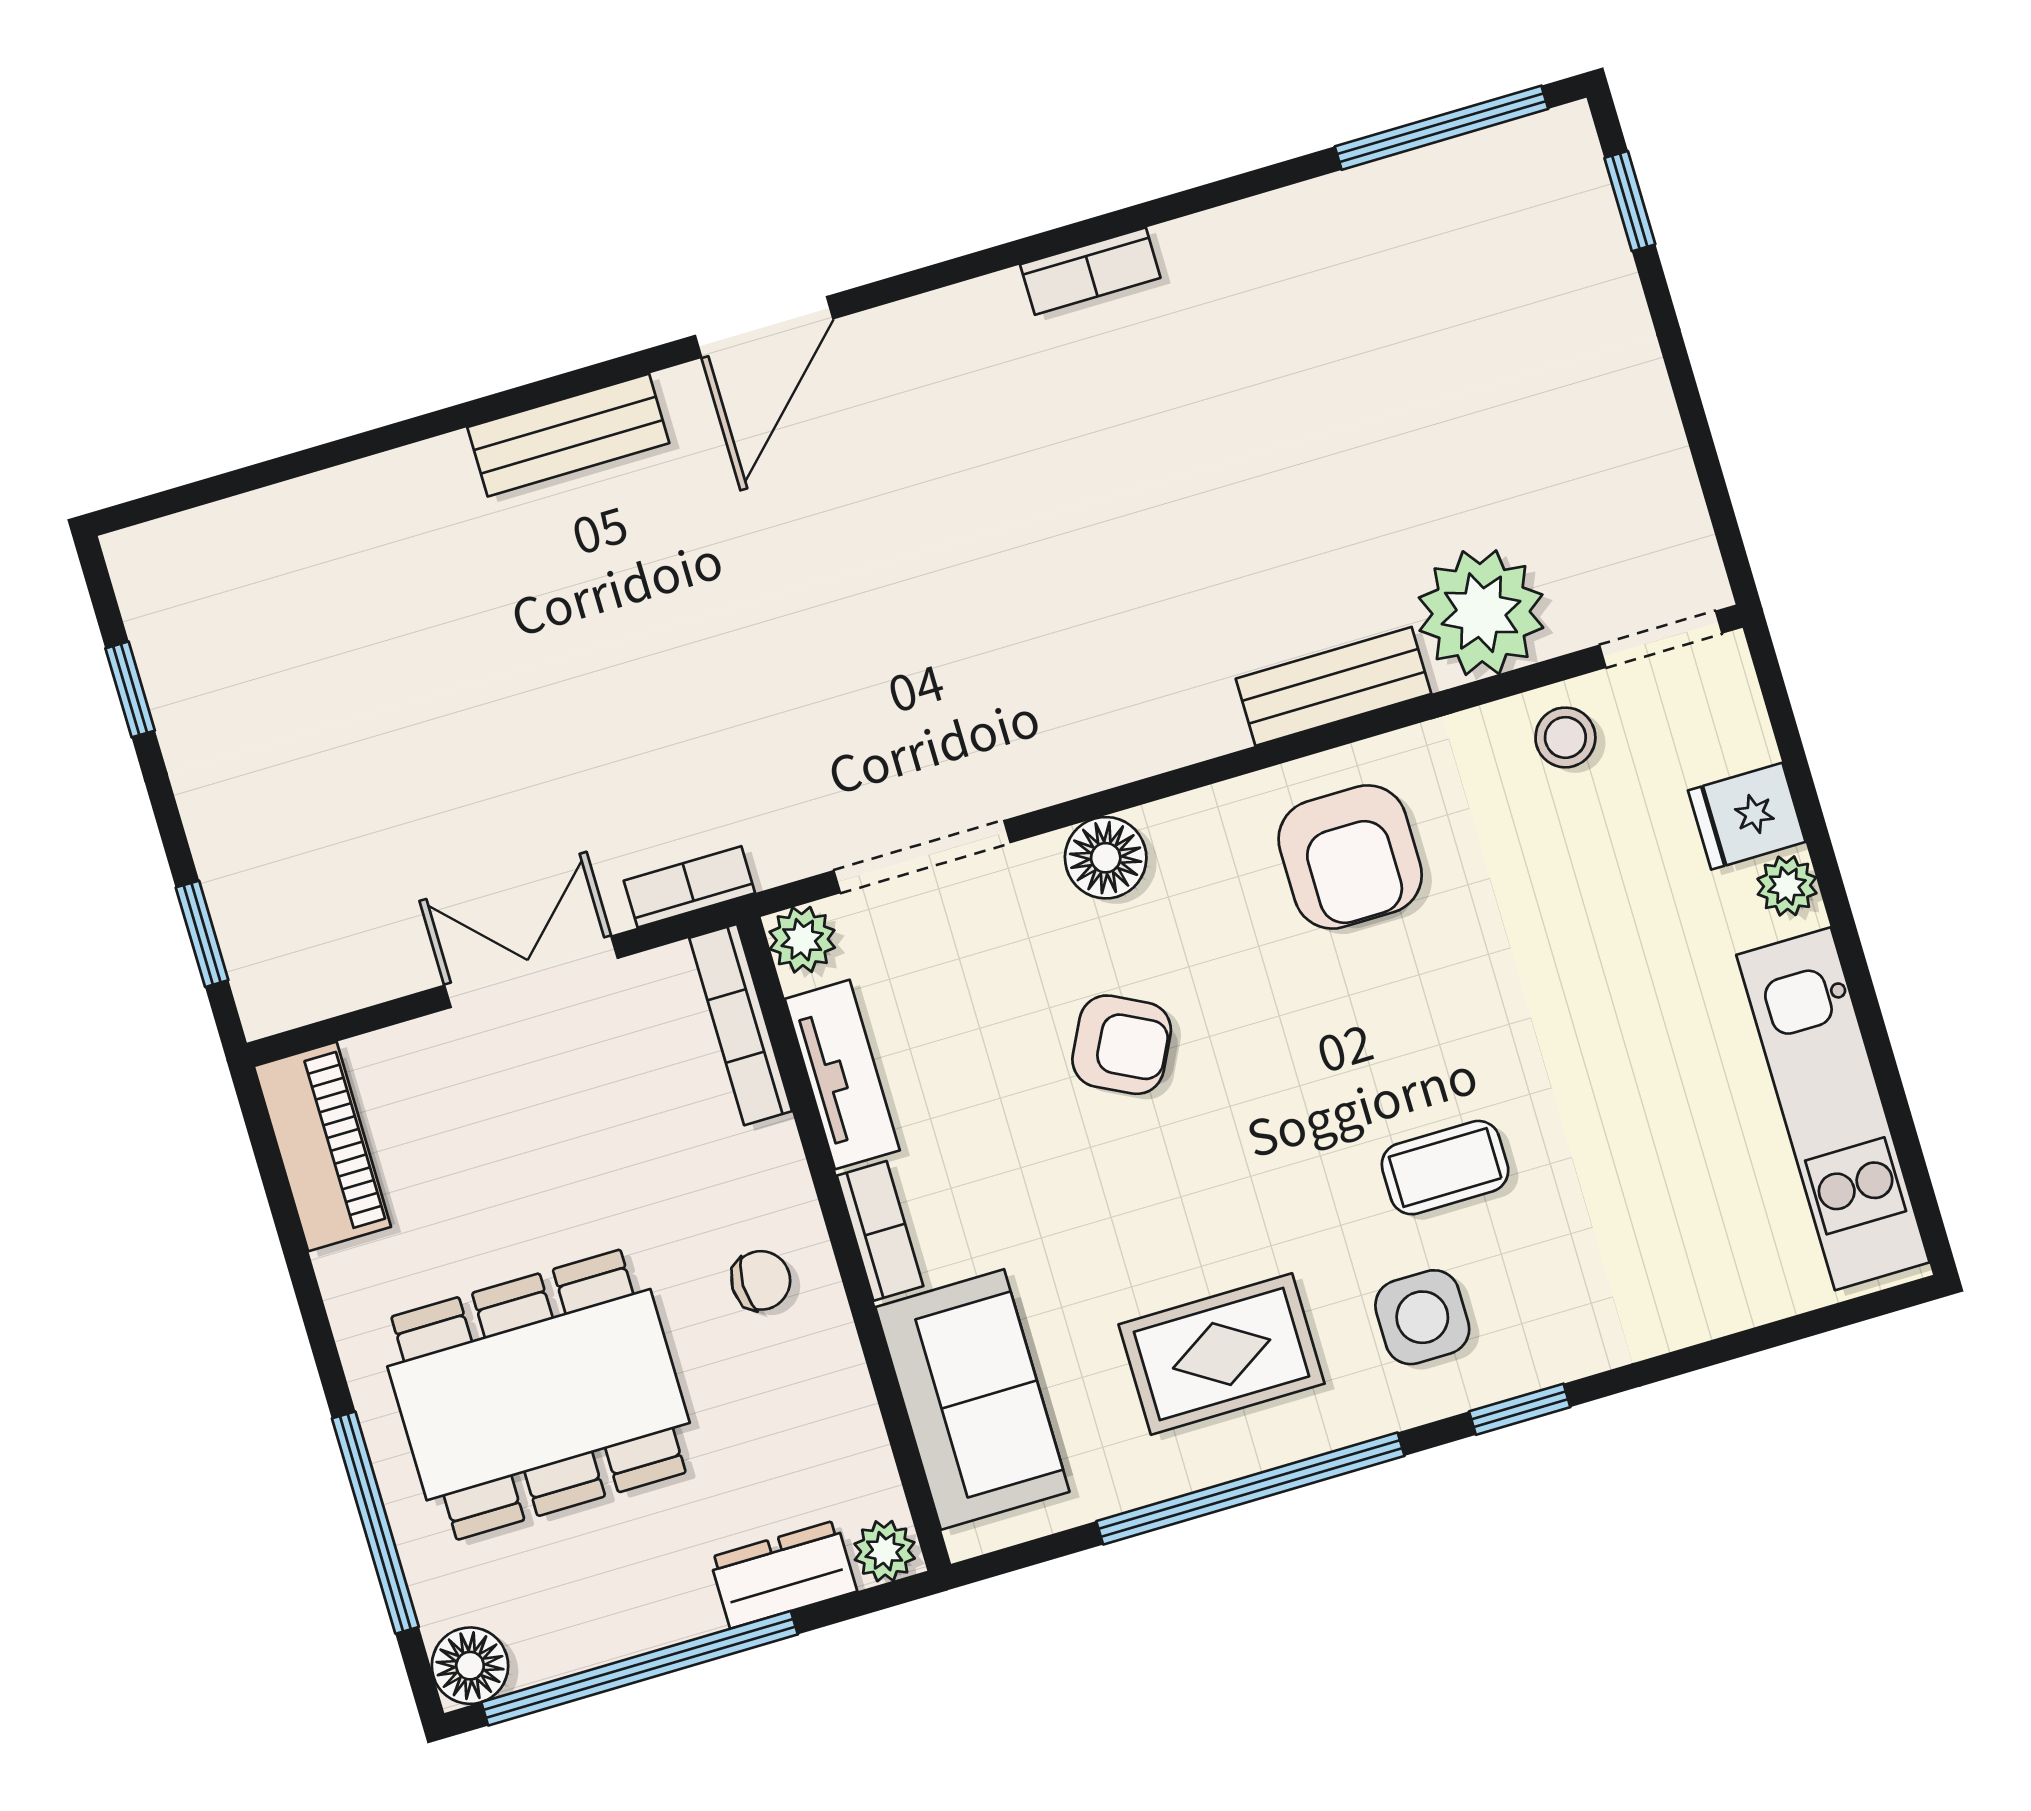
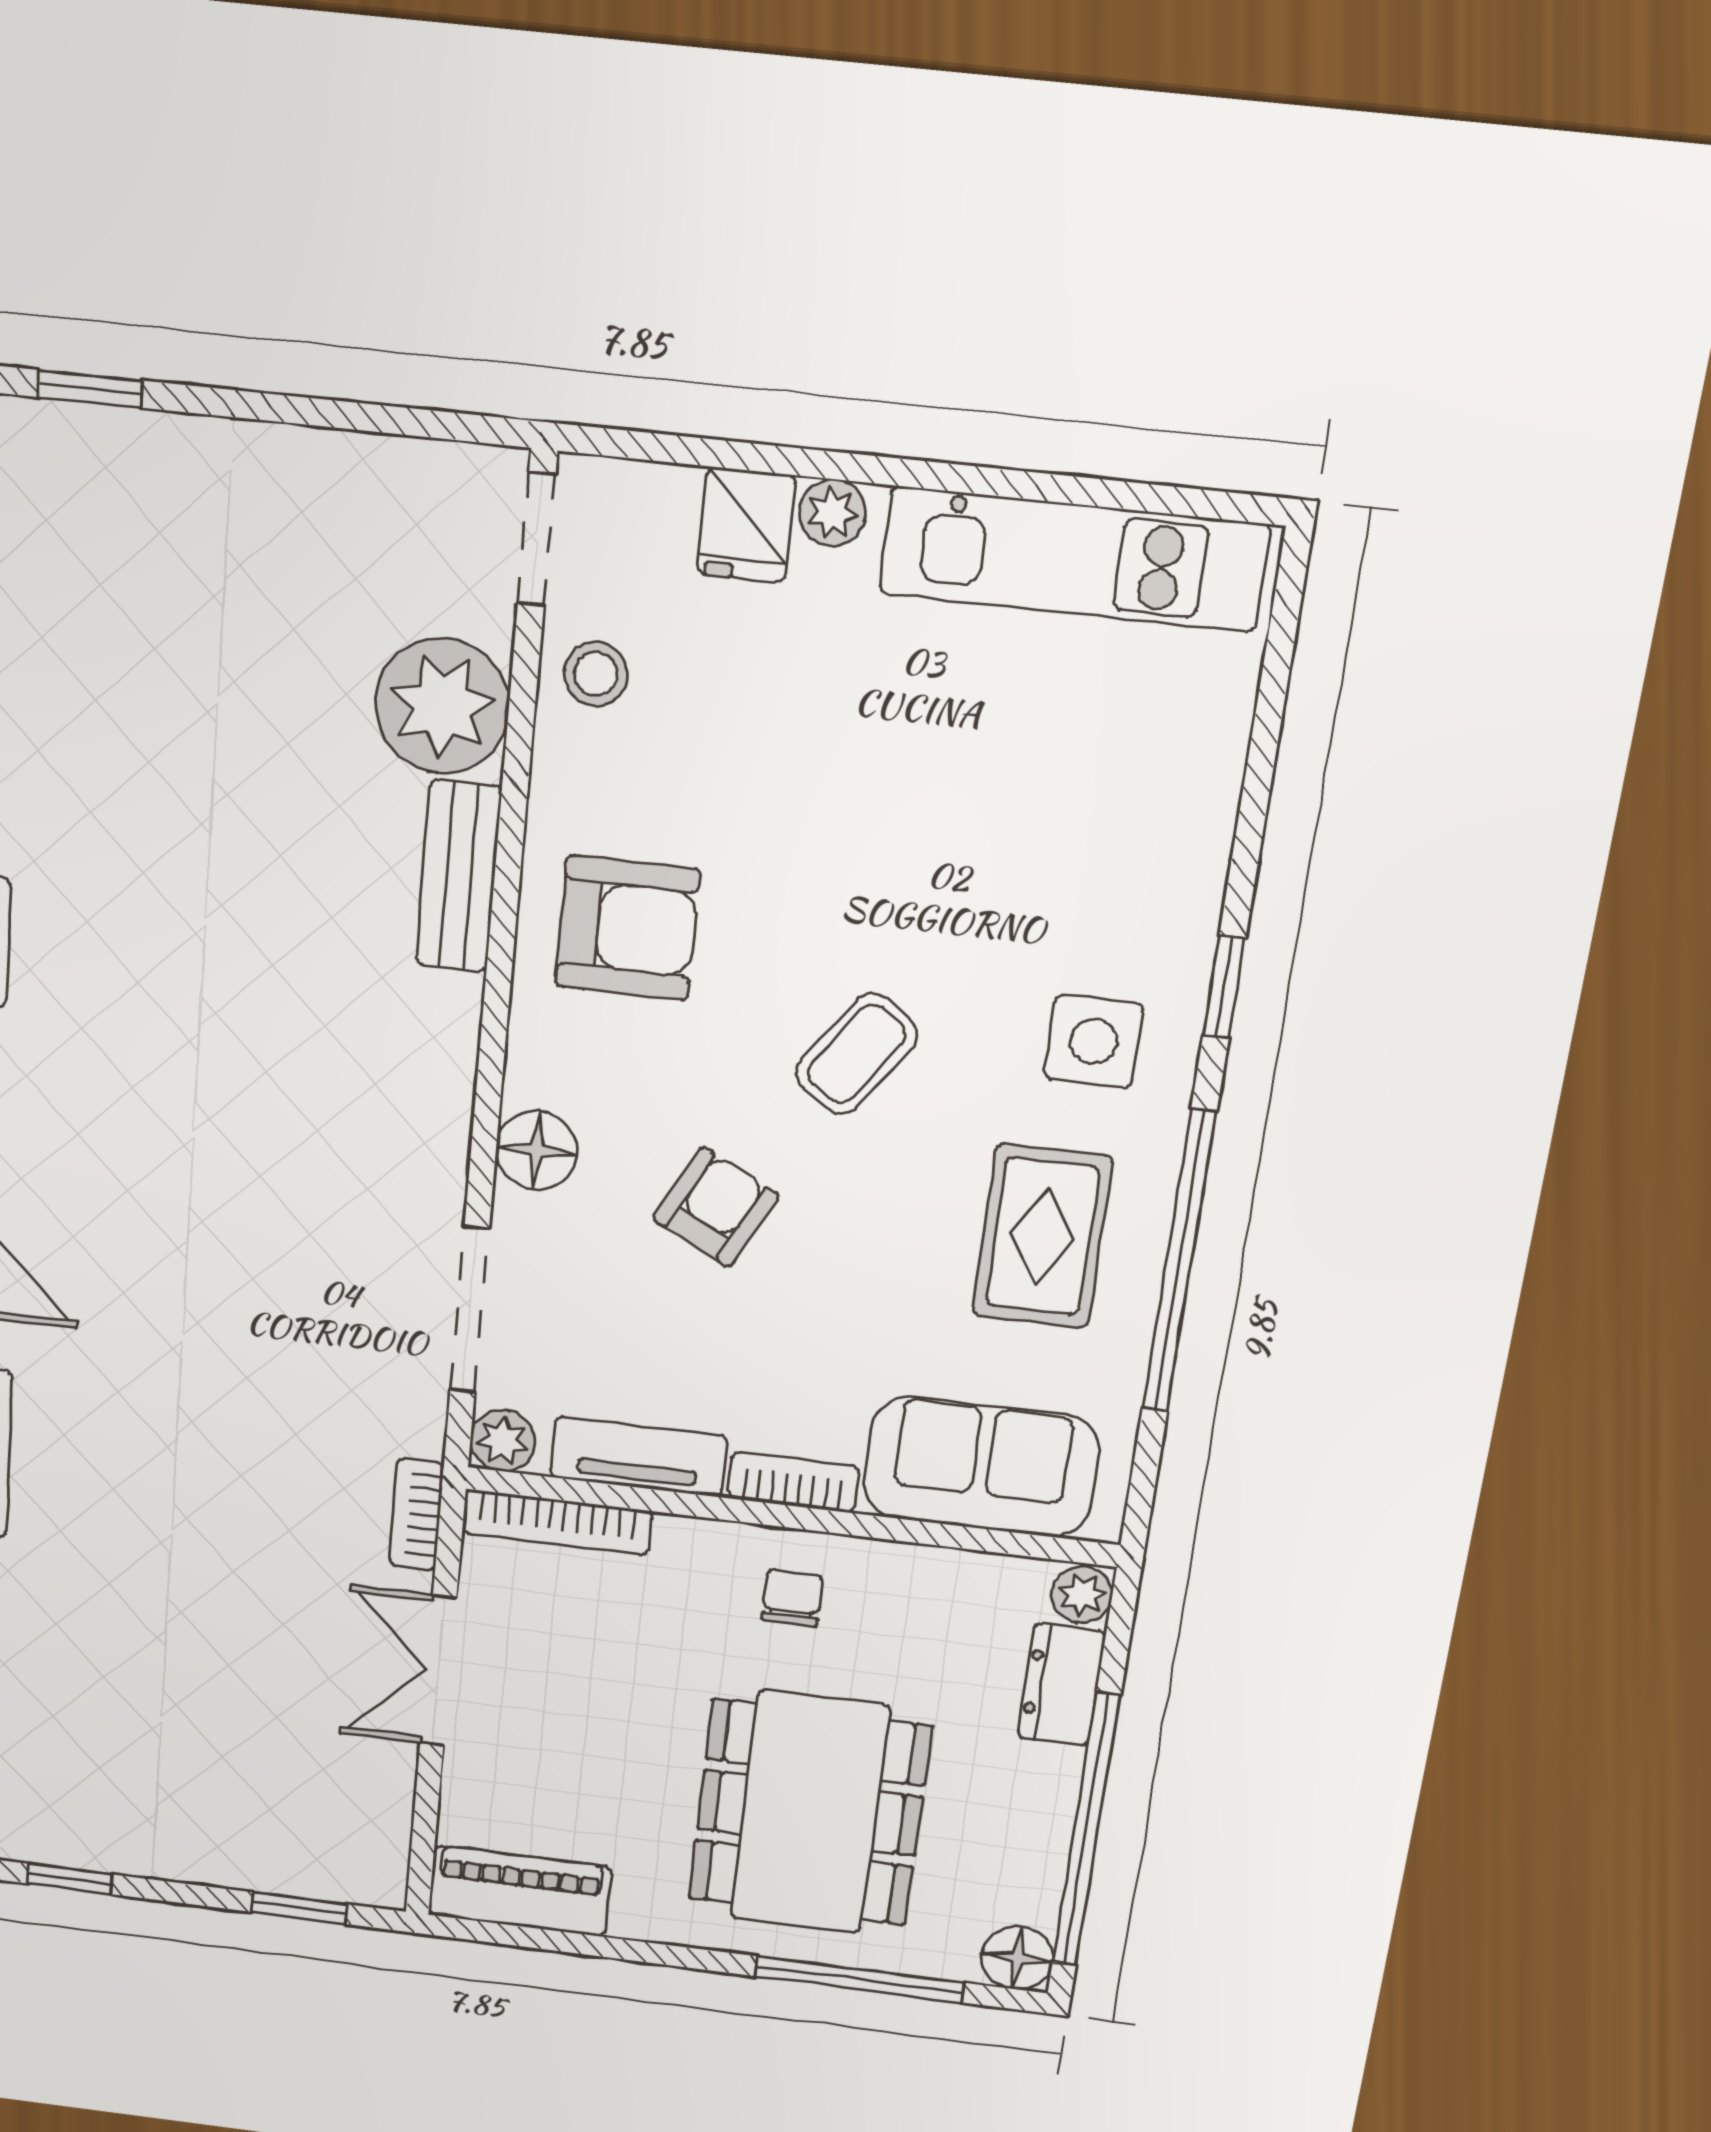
coffee table: (1445, 1168) -> (857, 1054), moved, turned 35

